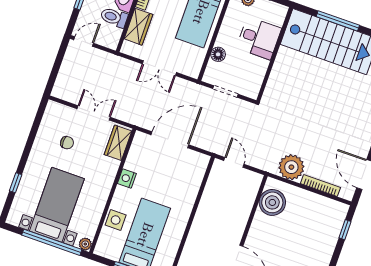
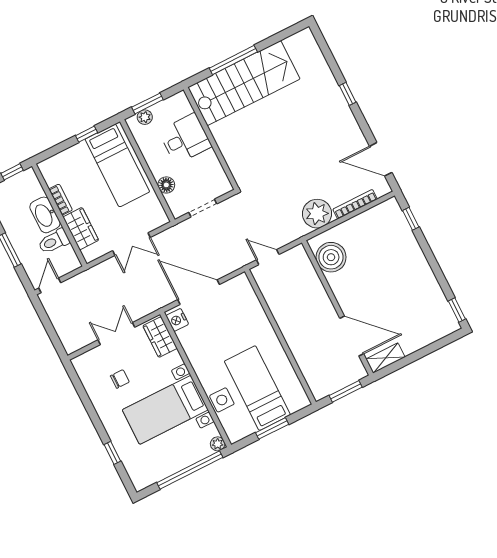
door: (170, 140) -> (199, 292), hinge flipped
nightstand: (127, 178) -> (177, 320), moved
bed with nightstands: (57, 205) -> (165, 410), moved, turned -90

